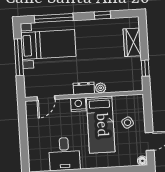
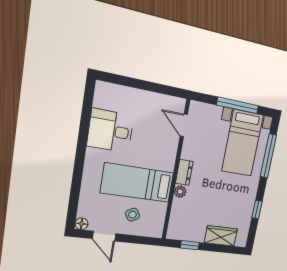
nightstand: (78, 105) -> (167, 162), removed

